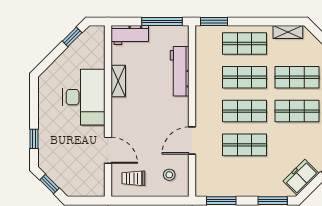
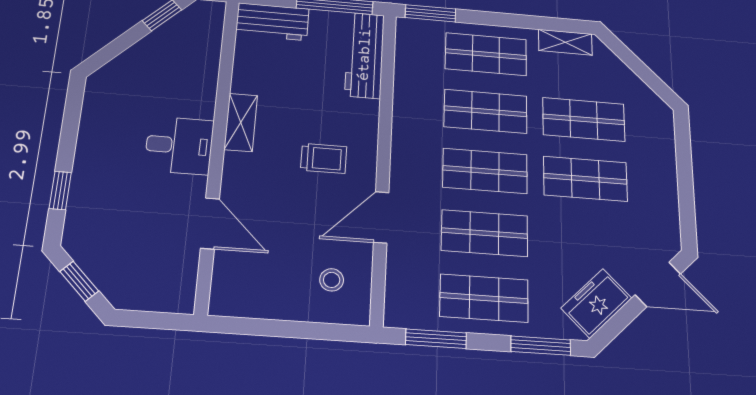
workbench: (180, 71) -> (365, 55), moved
shelving: (118, 81) -> (241, 122), moved
desk: (84, 97) -> (179, 145), width x0.53, depth x0.77
trolley: (133, 178) -> (324, 158), moved, turned 180
shop shelf: (244, 179) -> (484, 298), added

